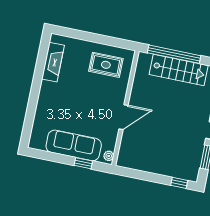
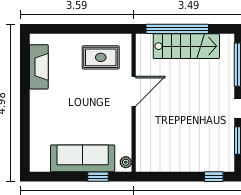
door: (123, 117) -> (134, 91), moved

